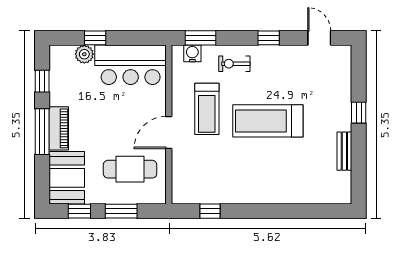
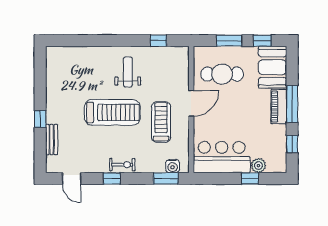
exercise bike: (234, 64) -> (122, 165), moved
bench: (344, 151) -> (52, 139), moved
weight bench: (248, 172) -> (128, 72), added

